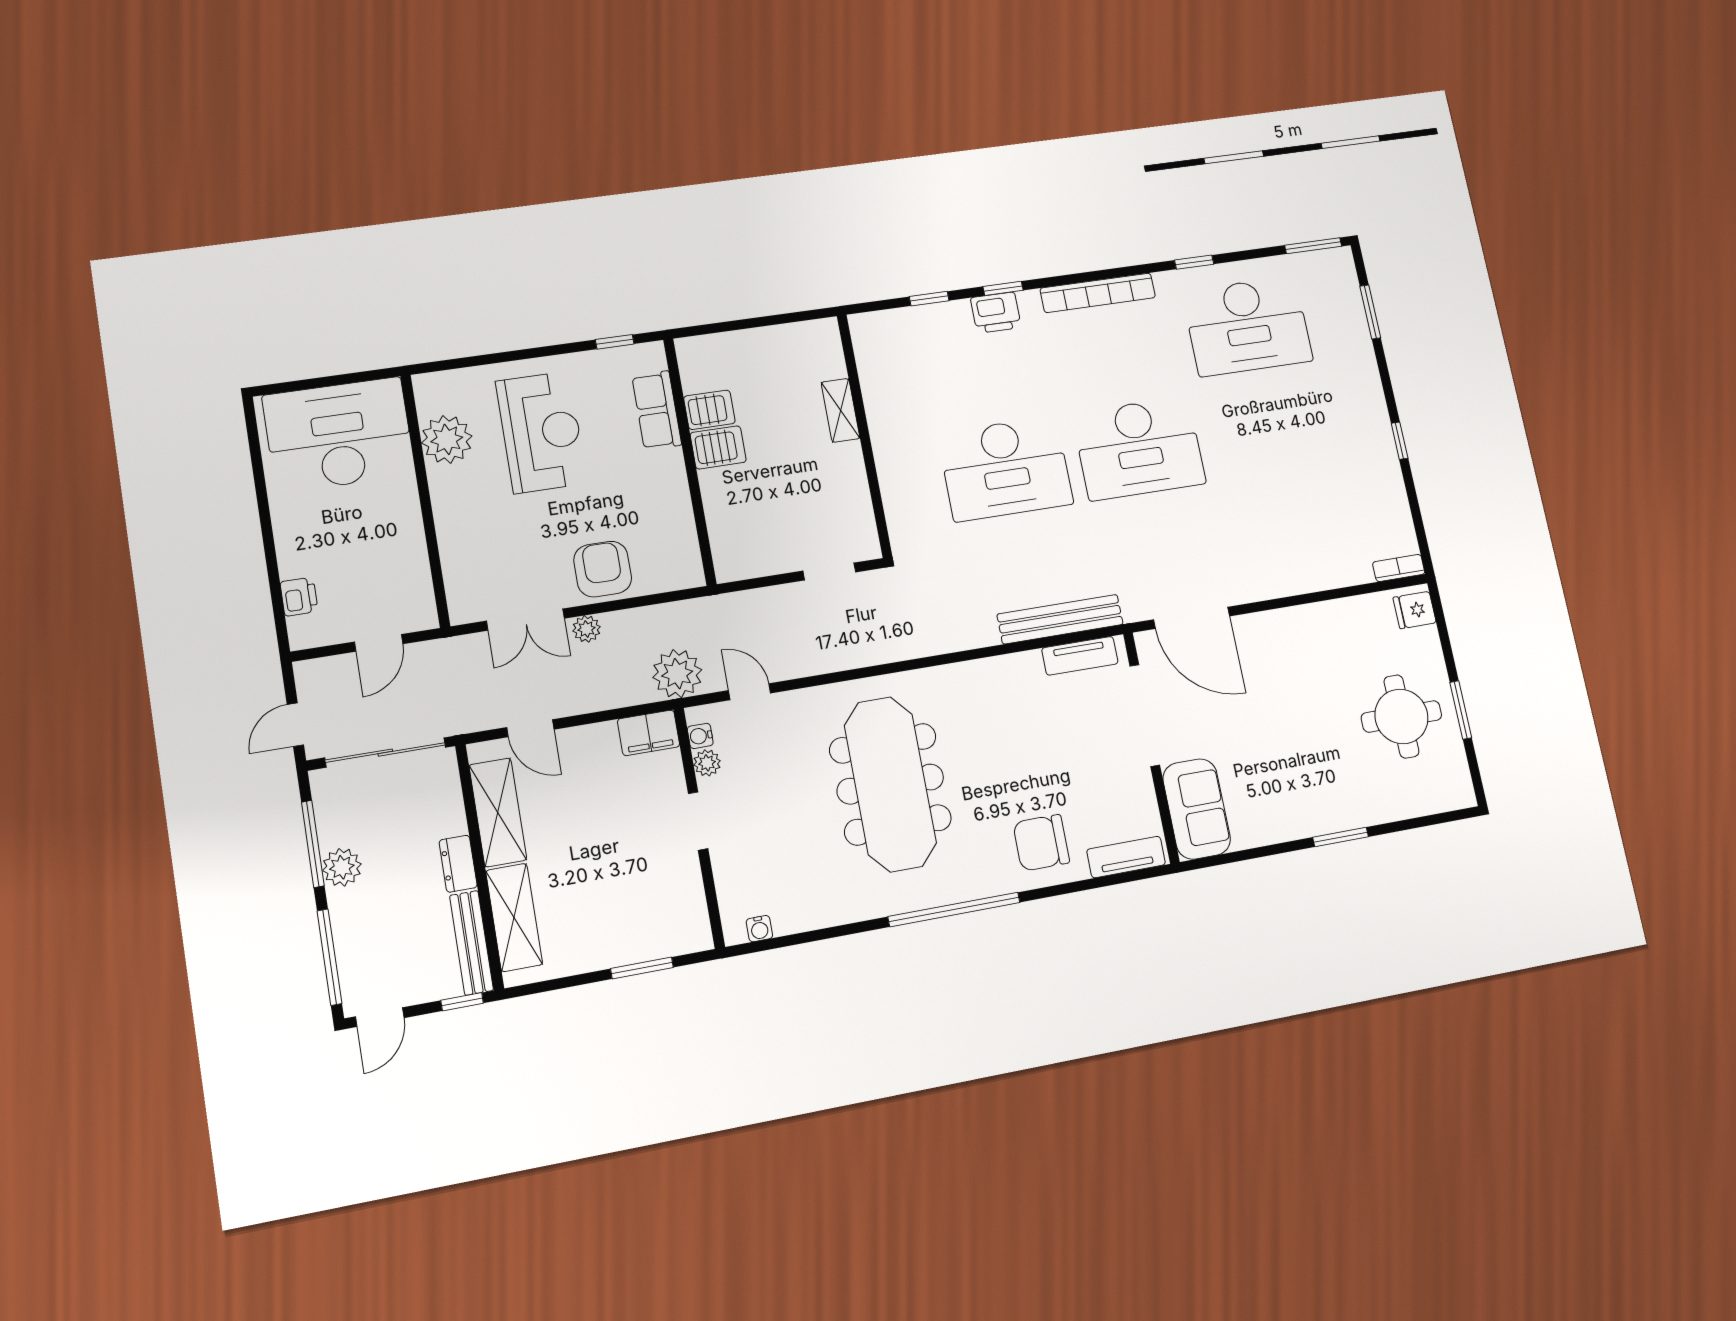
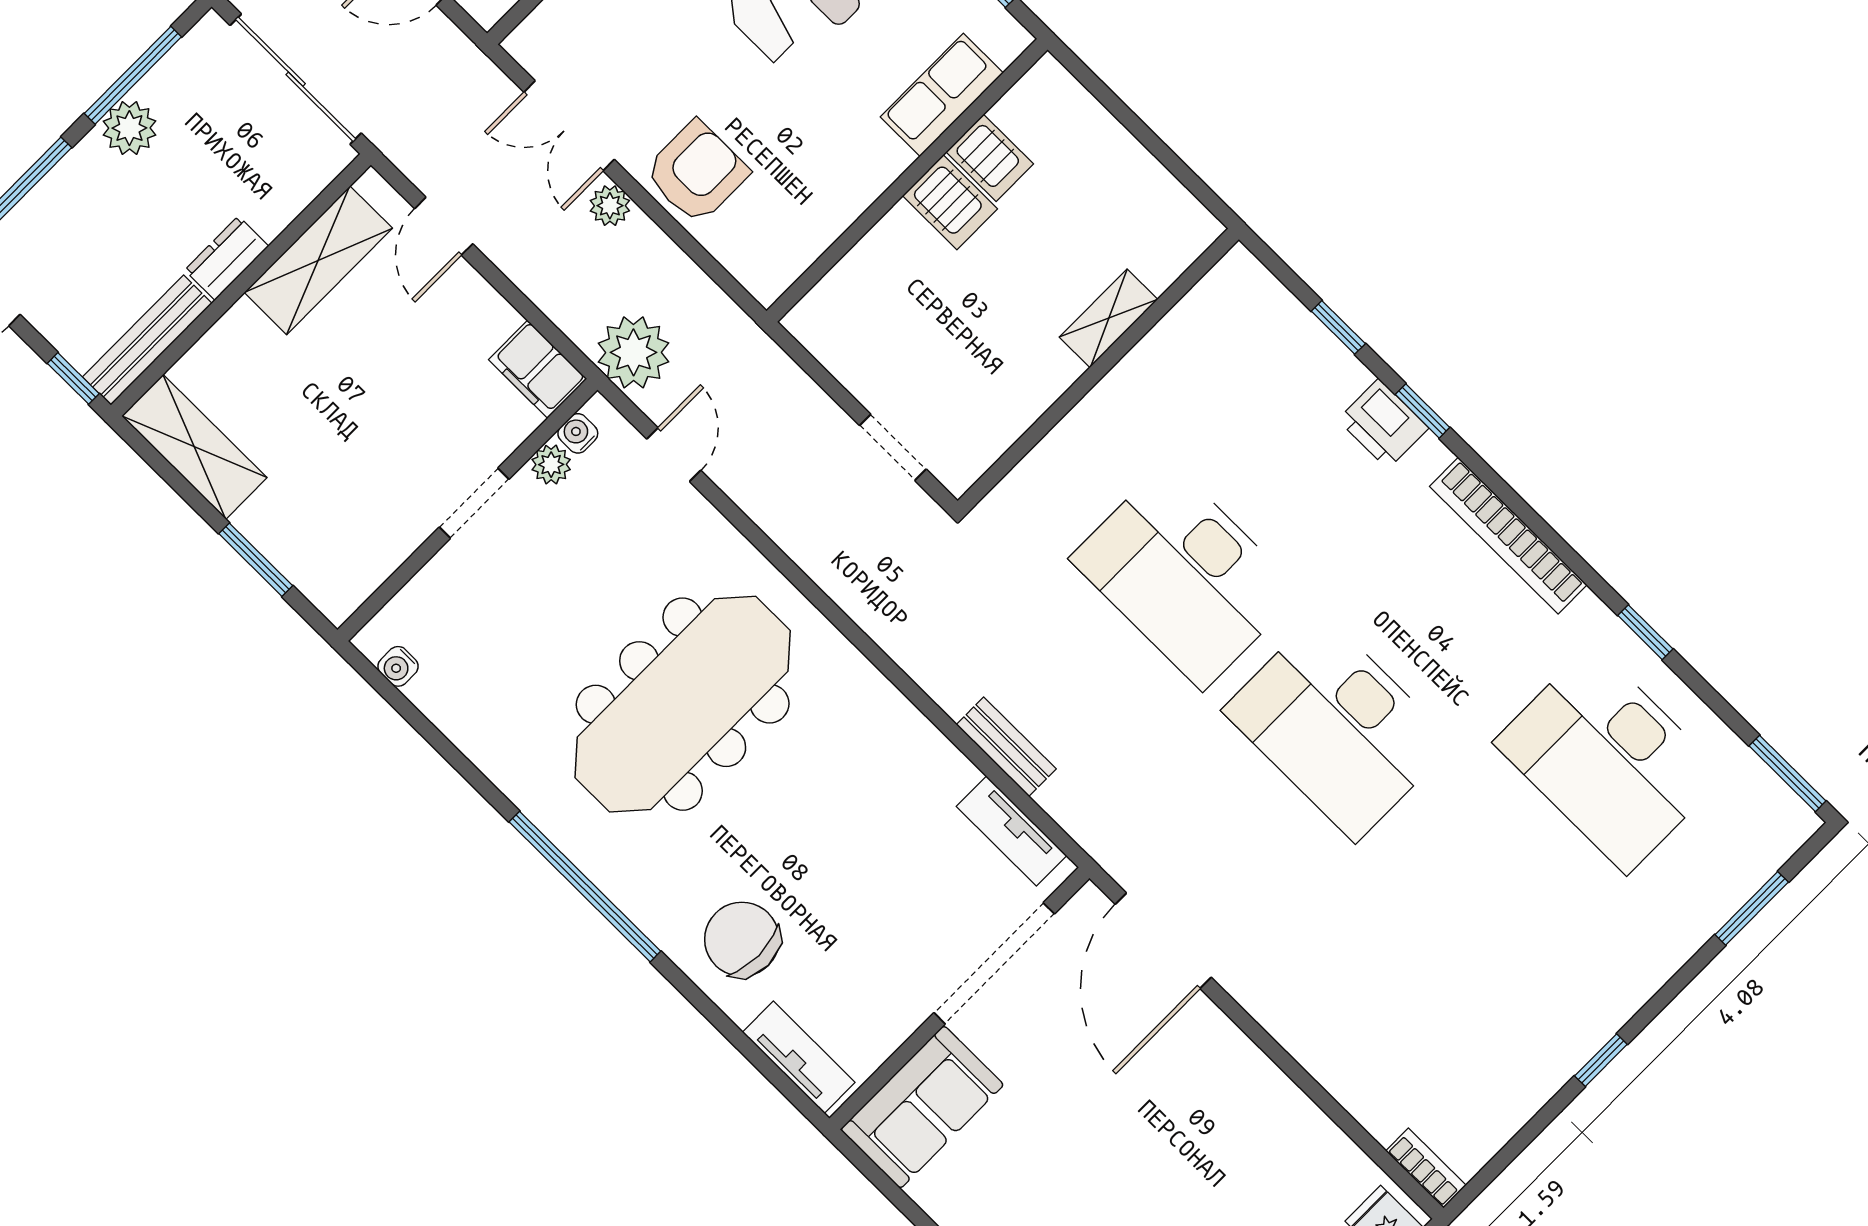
bench: (1060, 619) -> (1006, 747), width x0.54, depth x0.82
shelving: (514, 917) -> (194, 447), moved, turned 90

